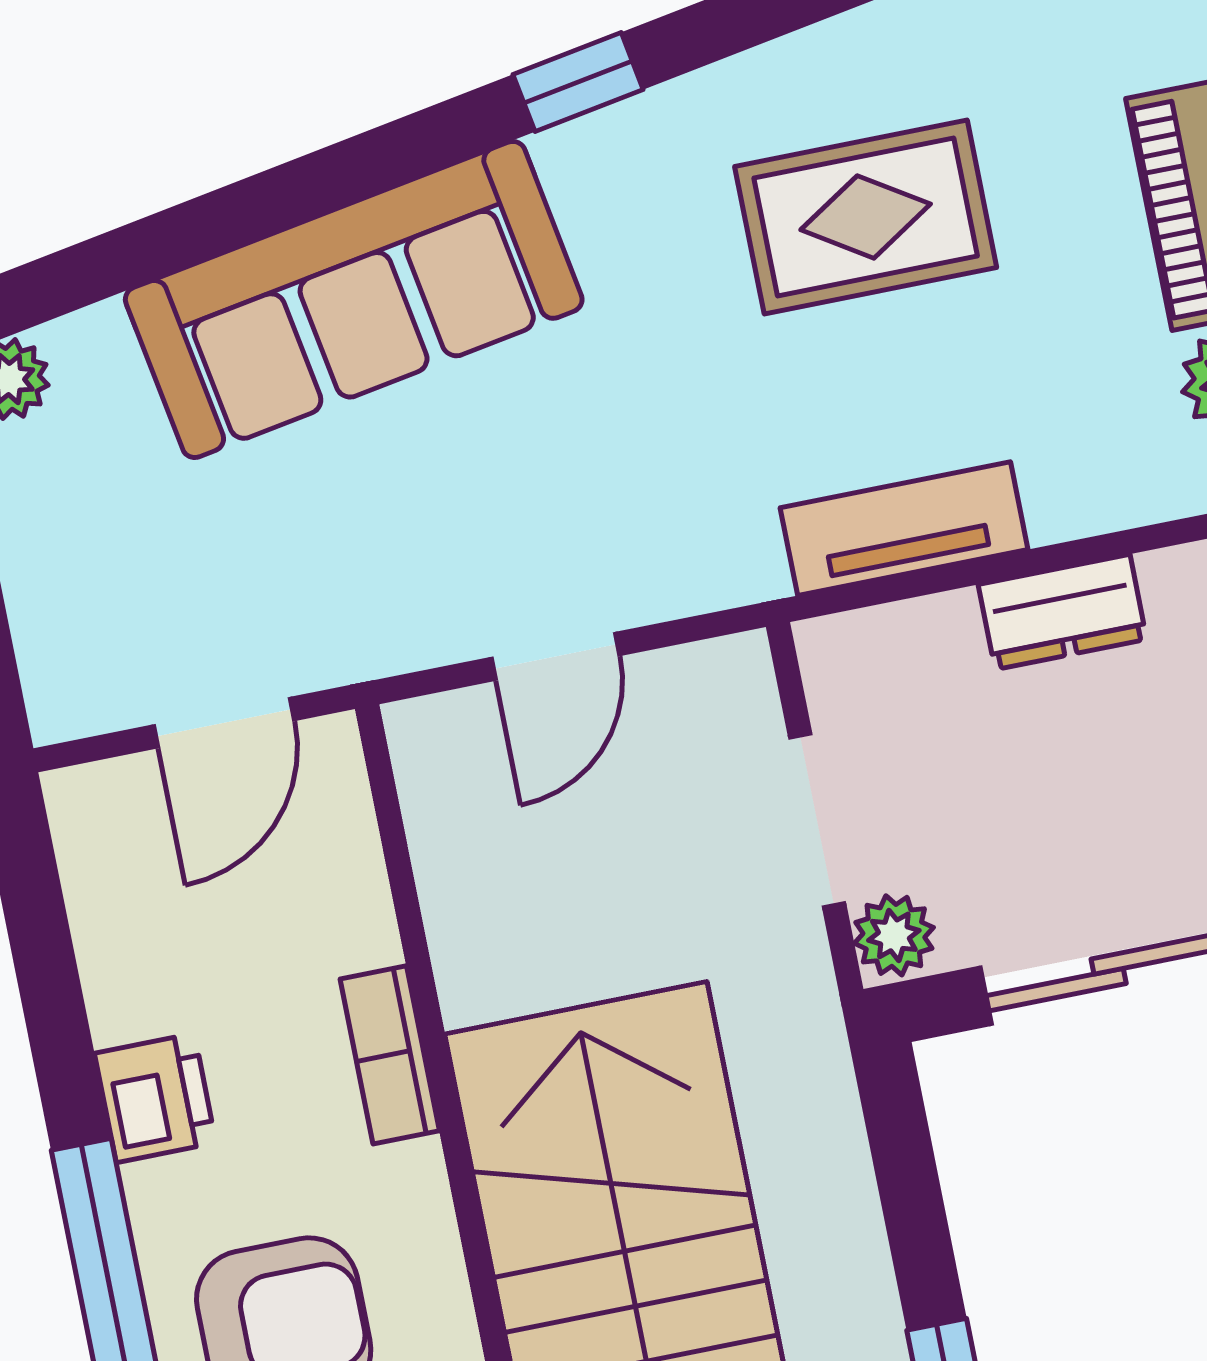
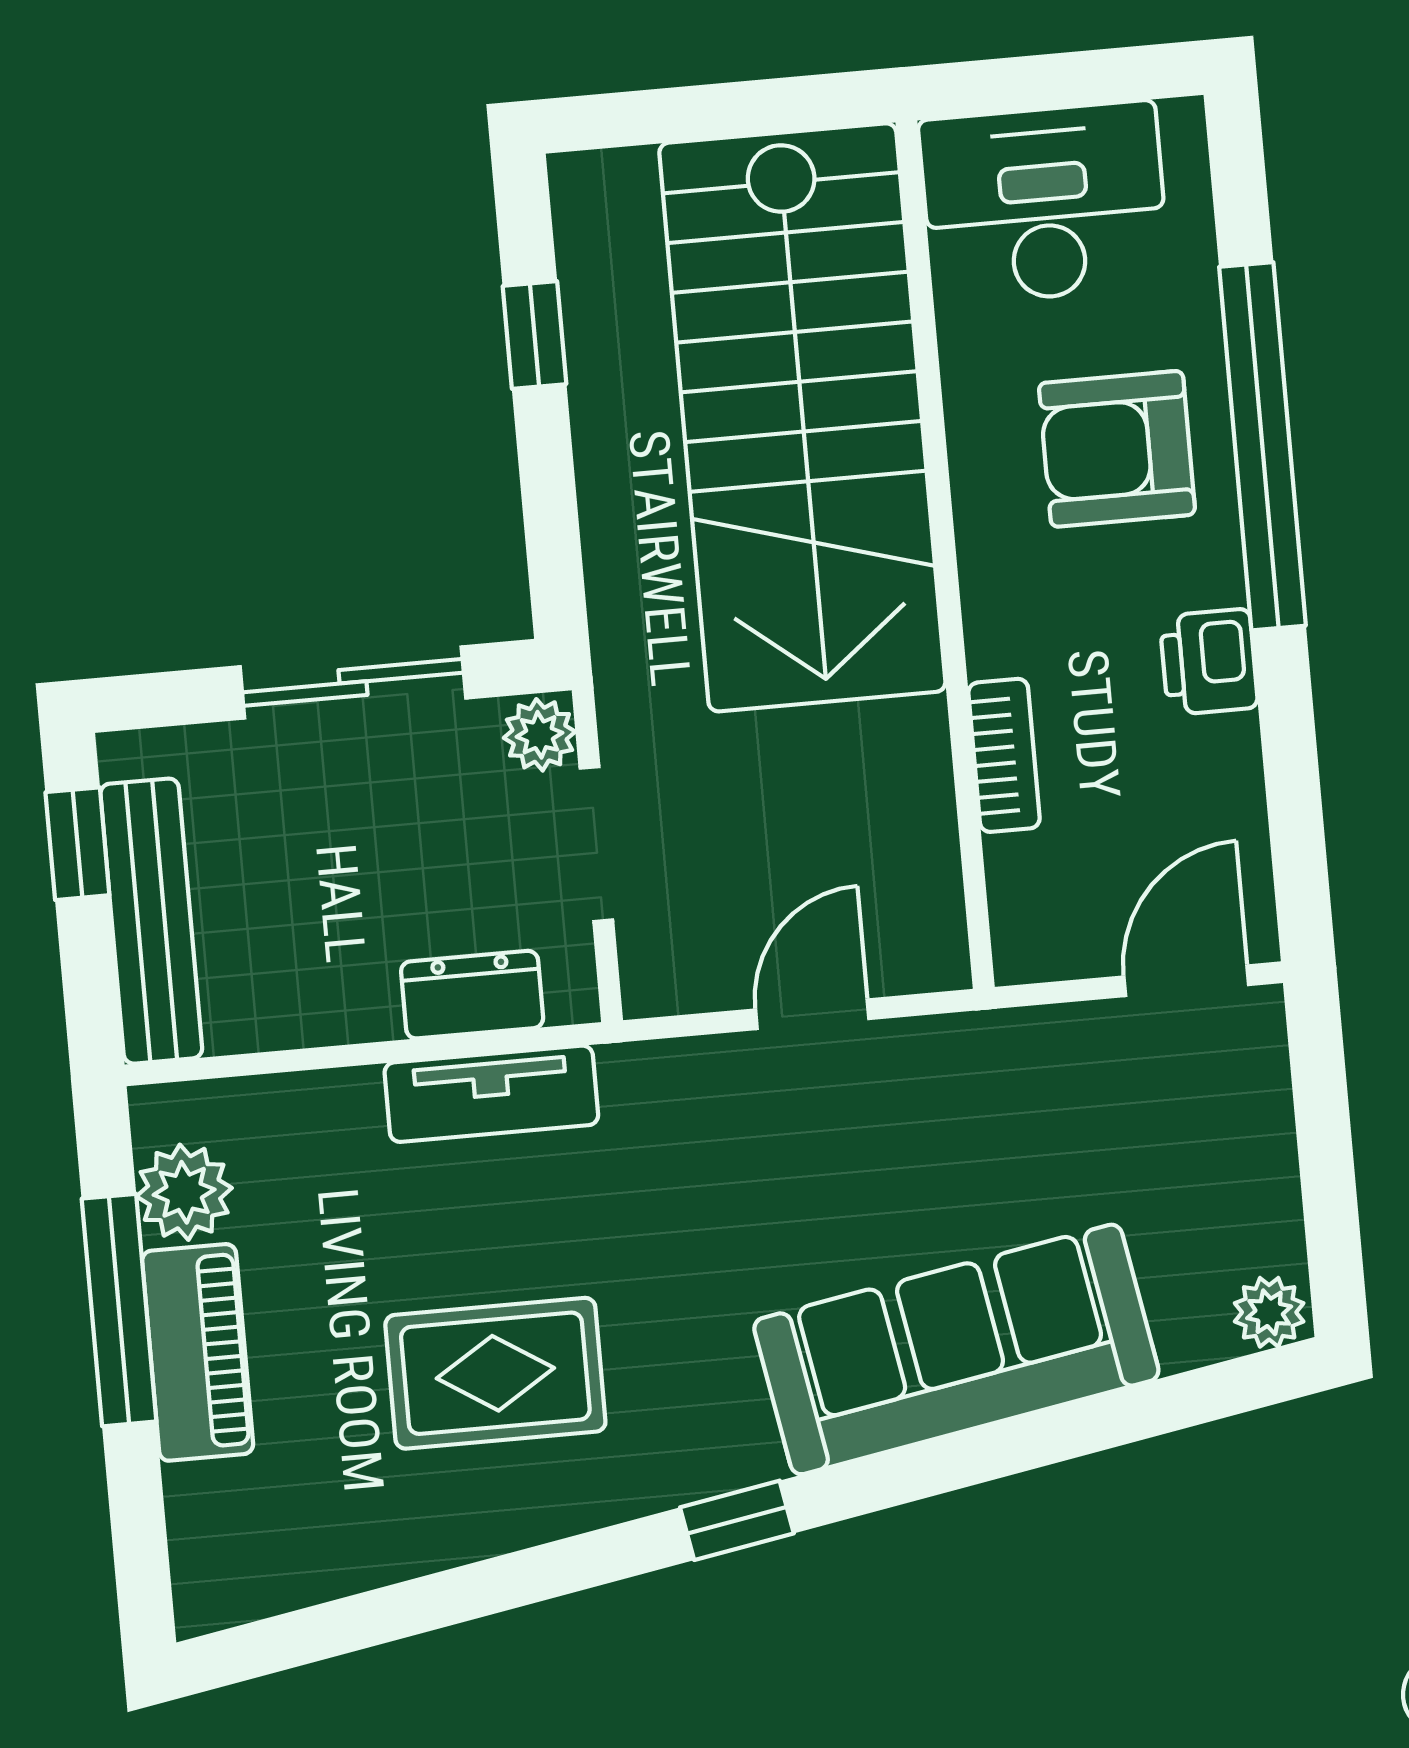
dresser: (1062, 612) -> (472, 995), moved
door: (224, 723) -> (1186, 981), moved
bookcase: (390, 1055) -> (1004, 755), moved

